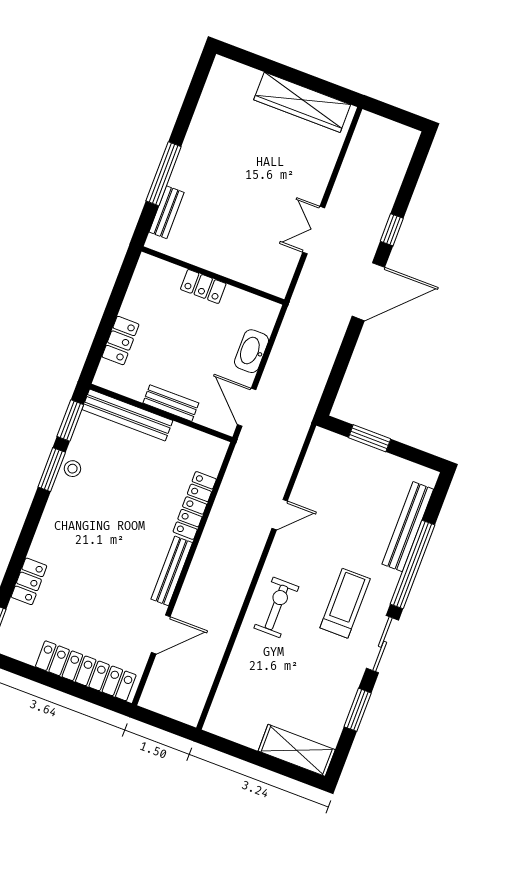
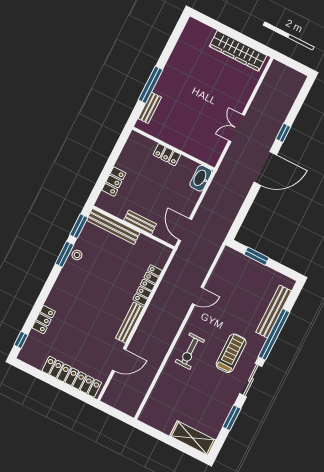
washbasin: (251, 351) -> (201, 178), moved
exercise bike: (276, 607) -> (190, 351), turned 180

